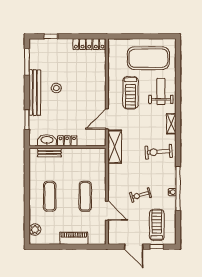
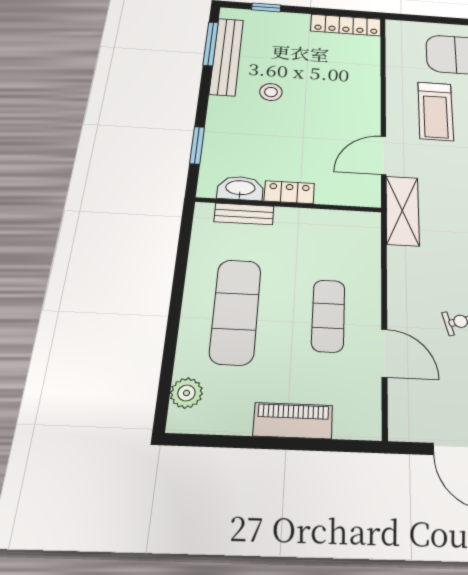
bench: (35, 93) -> (227, 56), moved
exercise mat: (50, 196) -> (236, 311), width x1.36, depth x1.45

